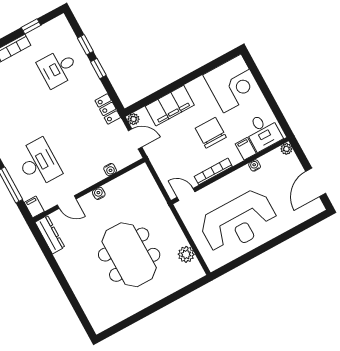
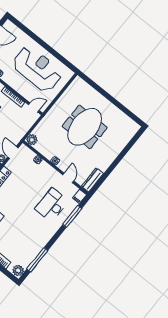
door: (186, 194) -> (34, 107), swing flipped
plant: (186, 254) -> (32, 140), moved

